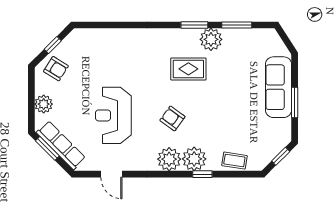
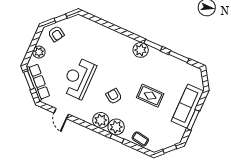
plant: (211, 39) -> (141, 50), moved
rug: (188, 69) -> (150, 96), moved

